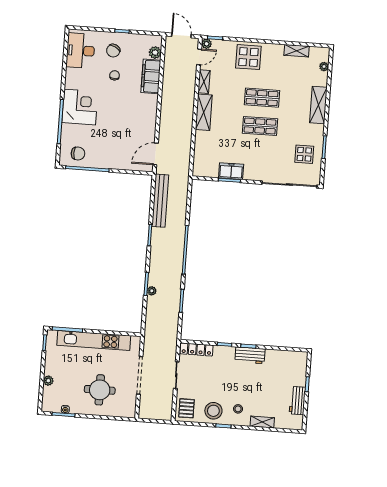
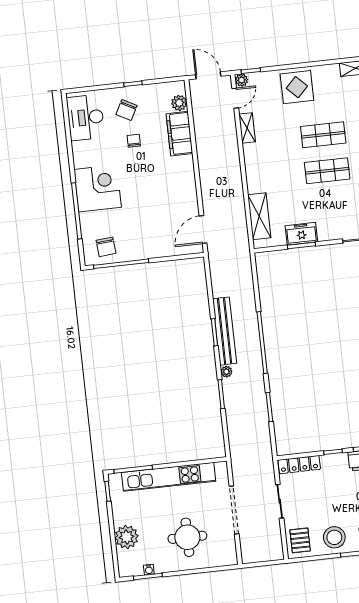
shelving: (204, 112) -> (259, 216), moved
chair: (78, 154) -> (106, 247), turned 85
bench: (160, 201) -> (225, 331), moved
plant: (152, 291) -> (226, 372), moved
plant: (48, 381) -> (127, 537), width x1.88, depth x1.88

